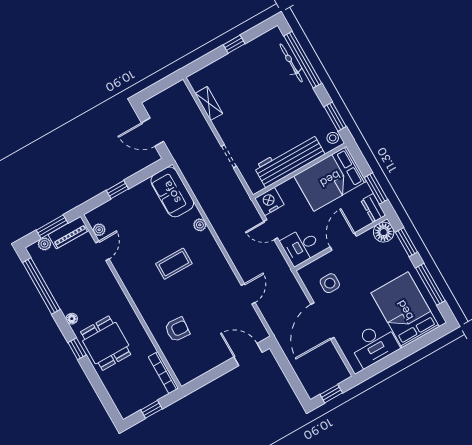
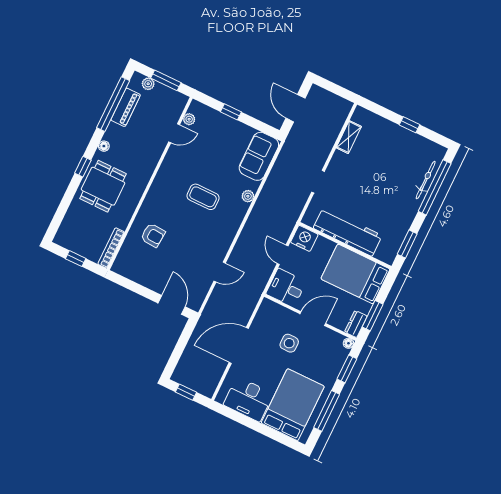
stool: (333, 138) -> (389, 254), removed
floor lamp: (384, 232) -> (348, 343), width x0.53, depth x0.53
piano: (68, 233) -> (126, 107), moved, turned -90
side table: (330, 283) -> (289, 343), moved

